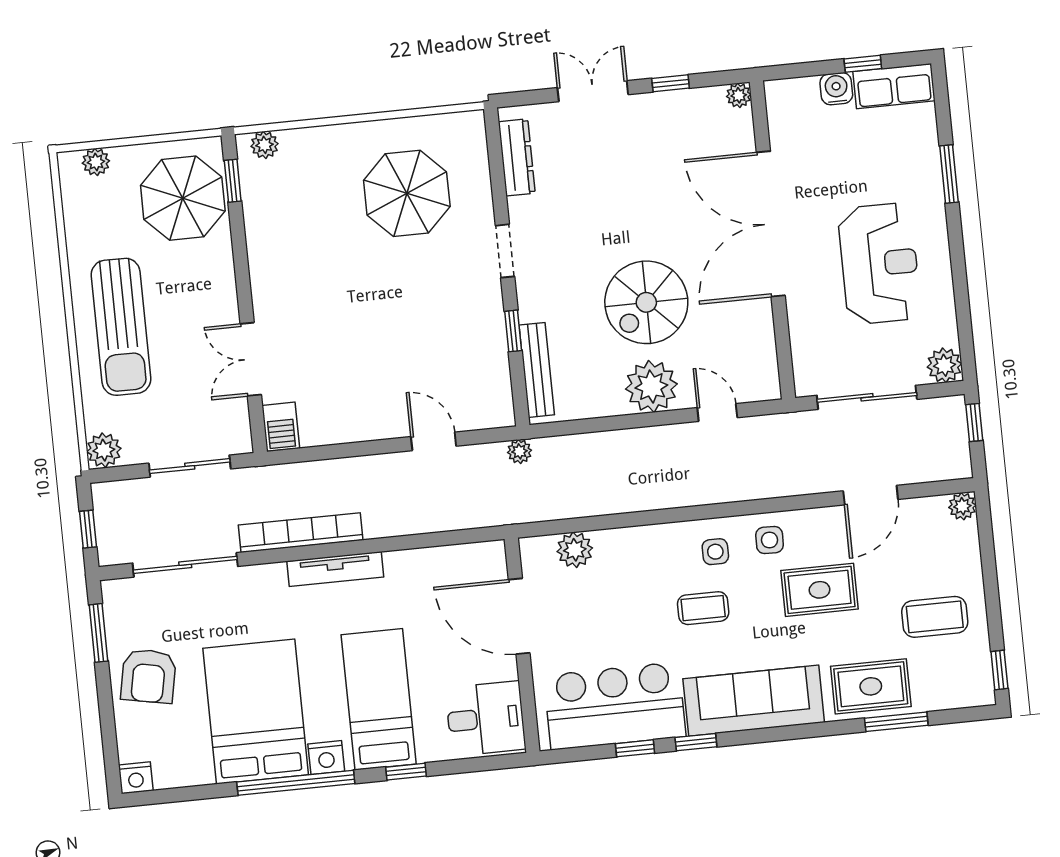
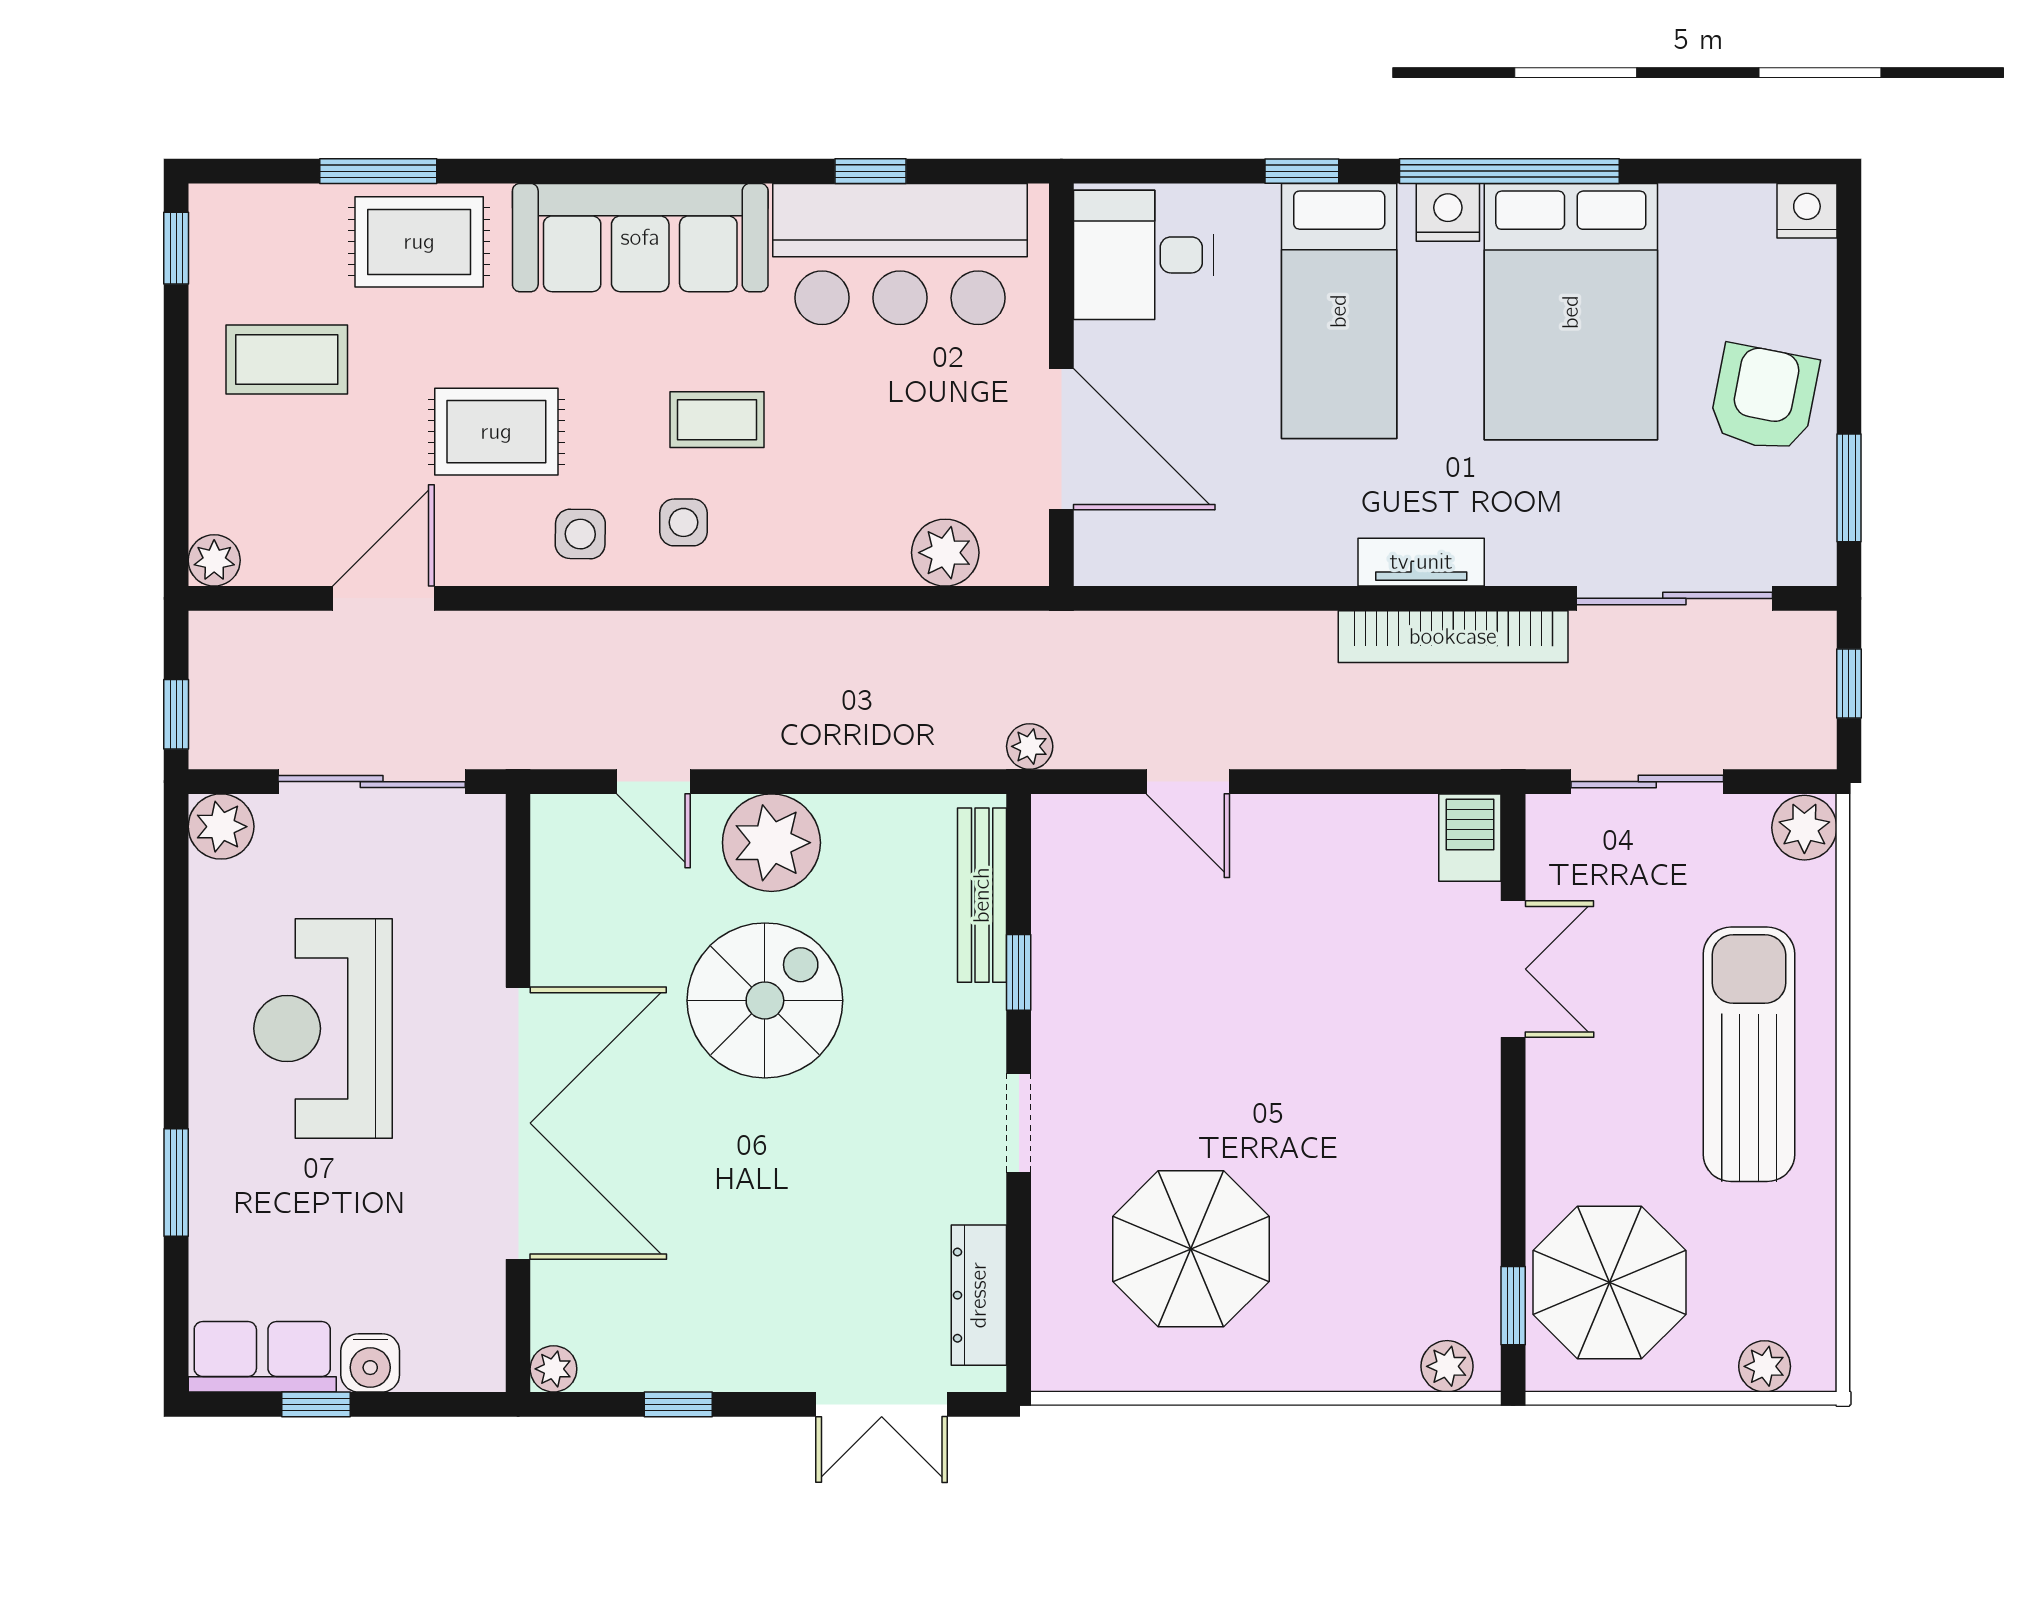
double door: (593, 91) -> (882, 1404), moved
tv unit: (335, 569) -> (1421, 562), width x0.71
window: (696, 742) -> (756, 171), removed

